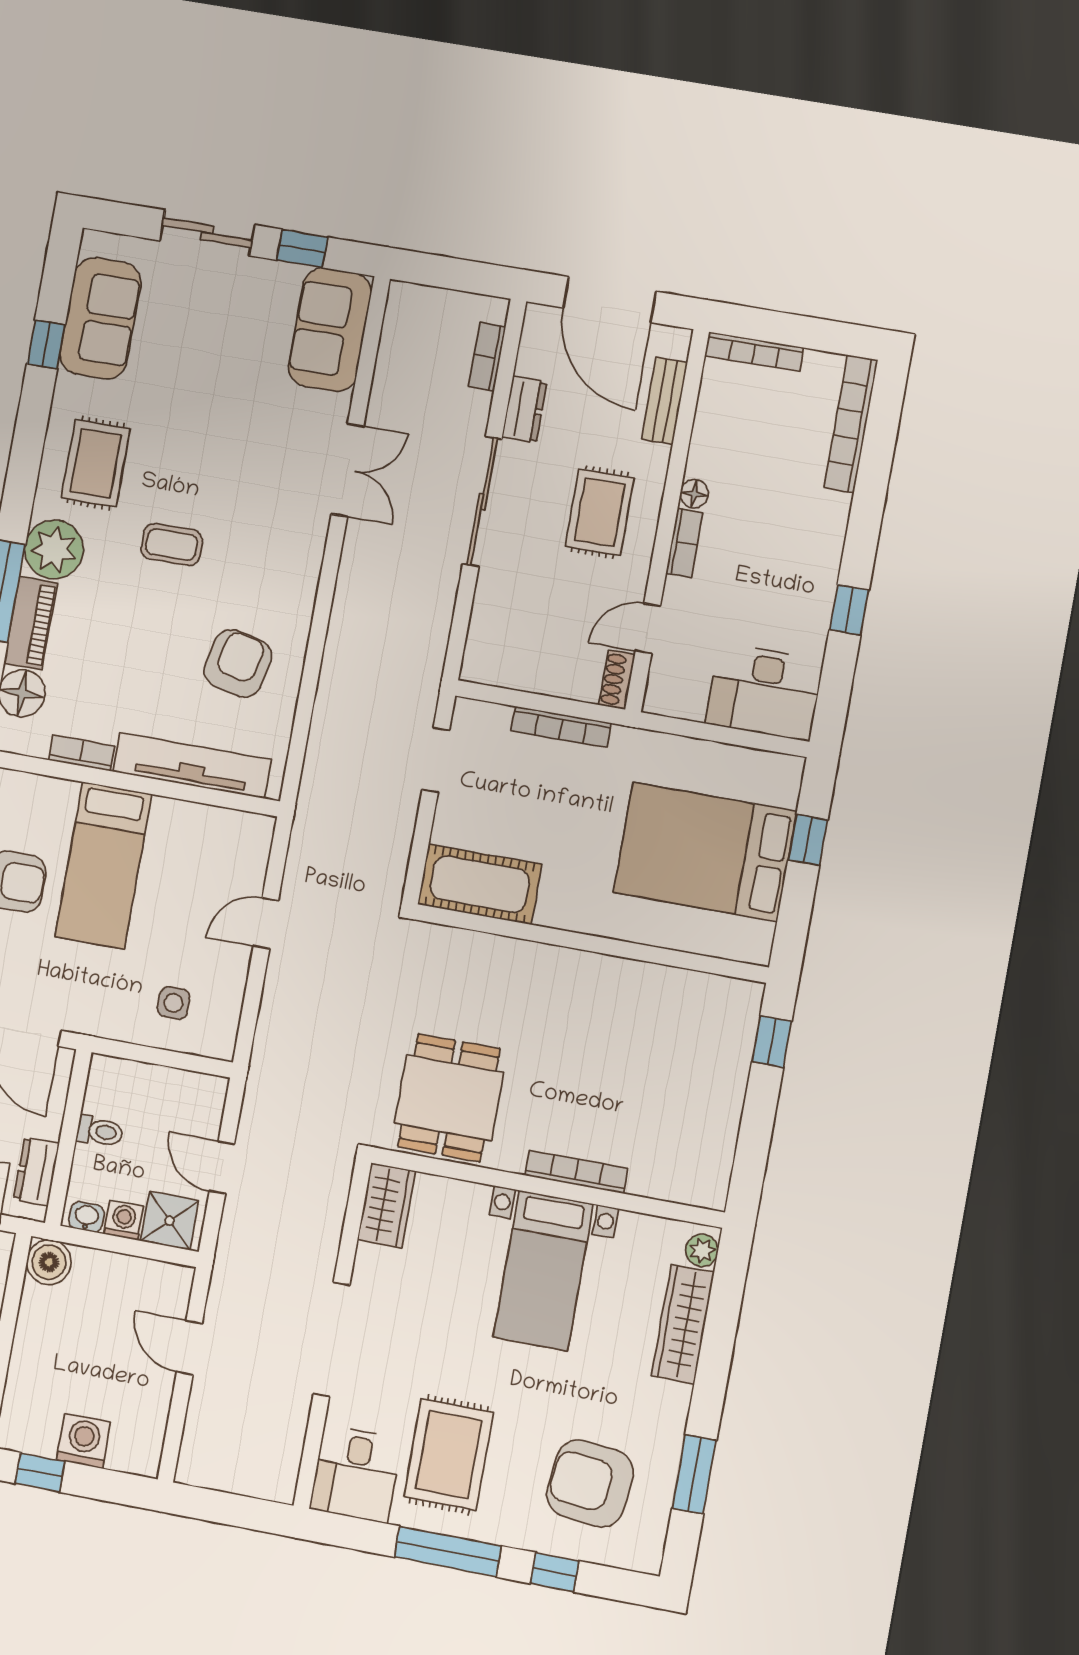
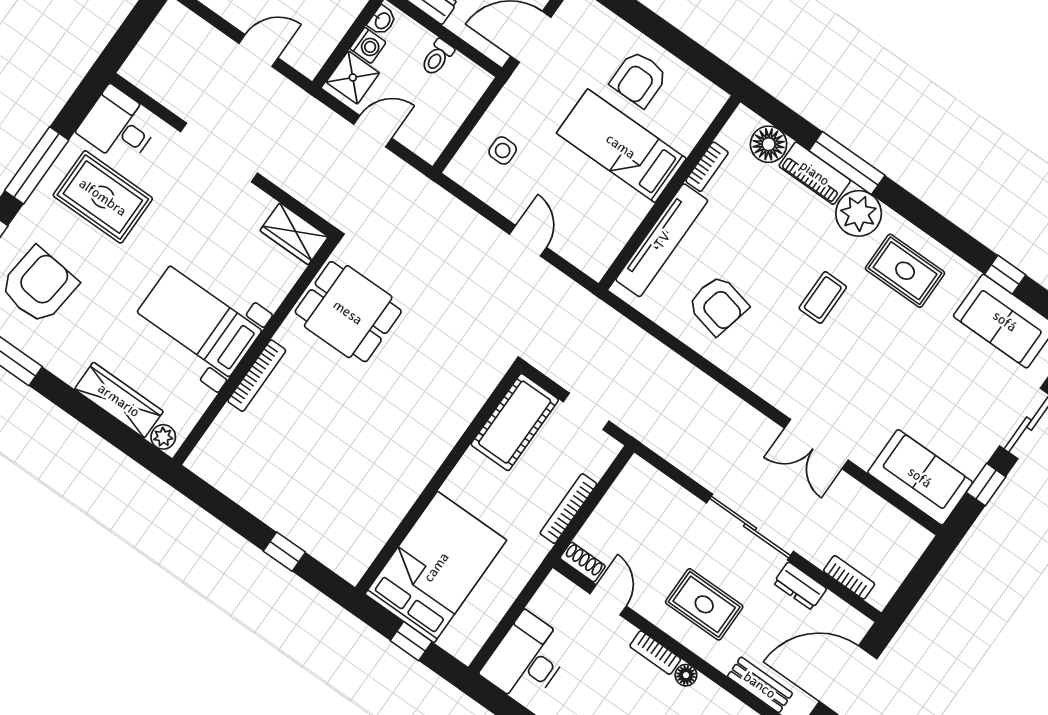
cot: (480, 884) -> (515, 422), moved
wall: (591, 943) -> (438, 480), moved

